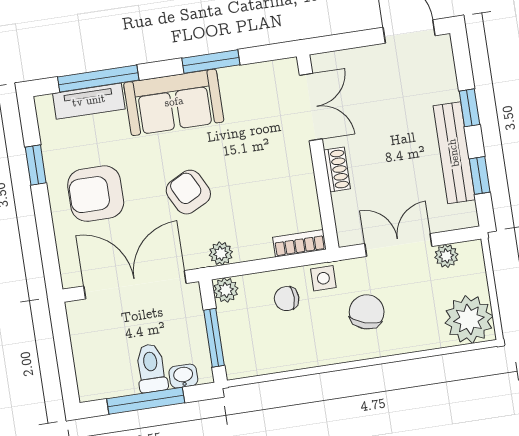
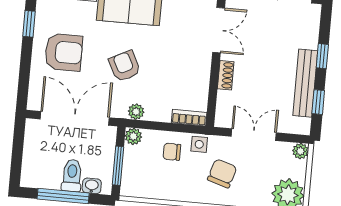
armchair: (96, 194) -> (64, 52), turned 180
plant: (446, 256) -> (300, 151), moved

